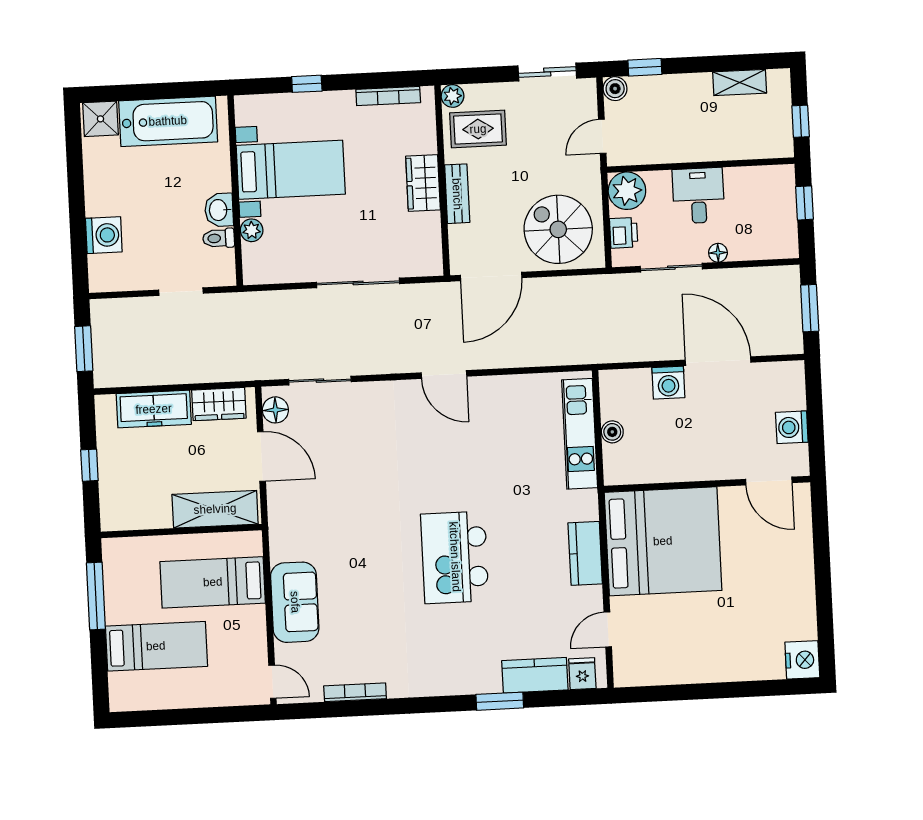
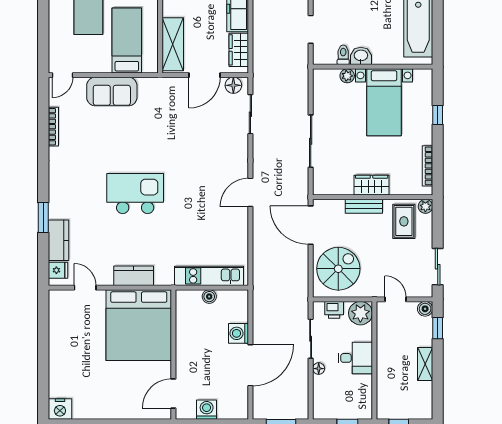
shelving: (740, 83) -> (425, 364), moved

